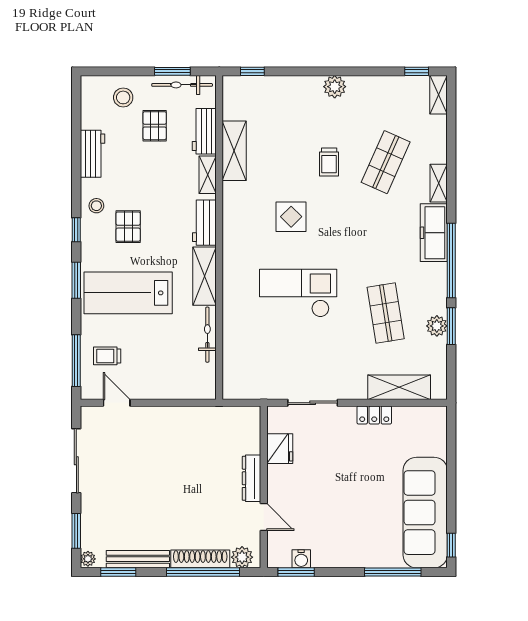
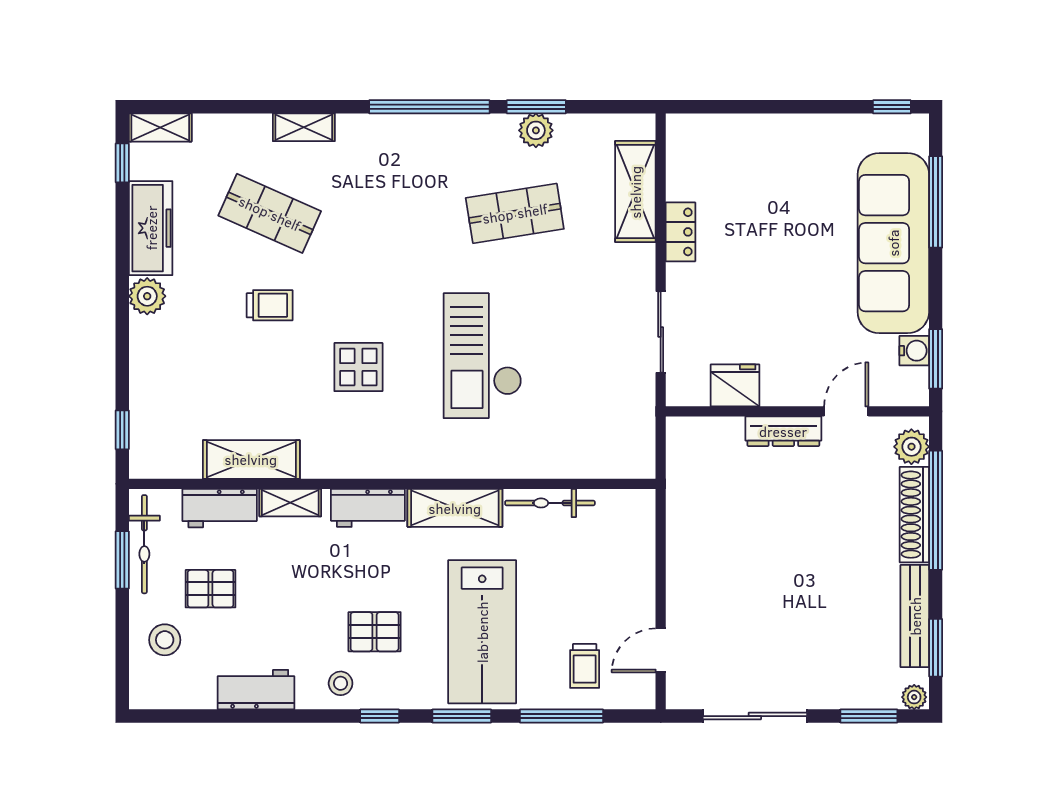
freezer: (434, 233) -> (151, 228), moved, turned -90
window: (76, 361) -> (562, 716), moved
sofa: (425, 513) -> (893, 243), moved, turned 90

